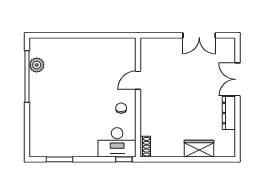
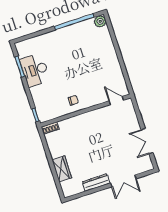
plant: (37, 65) -> (100, 21), moved
double door: (238, 79) -> (123, 181), swing flipped
door: (138, 80) -> (116, 100), moved
desk: (117, 142) -> (35, 70), moved

